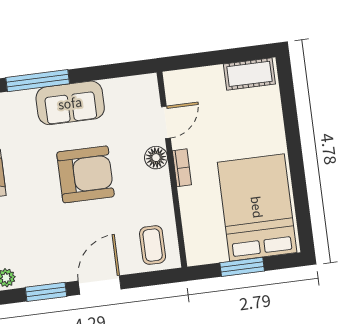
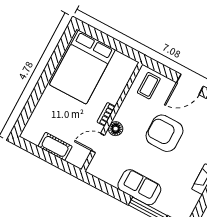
cot: (249, 74) -> (55, 146), moved
armchair: (85, 174) -> (165, 133), moved
window: (242, 267) -> (111, 42), removed

